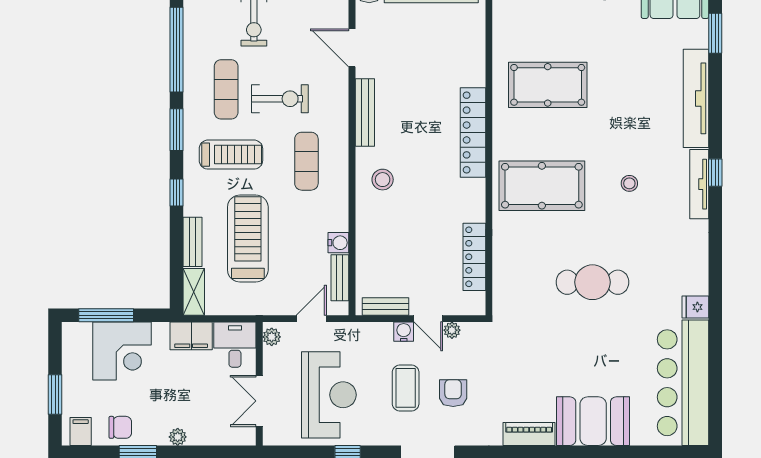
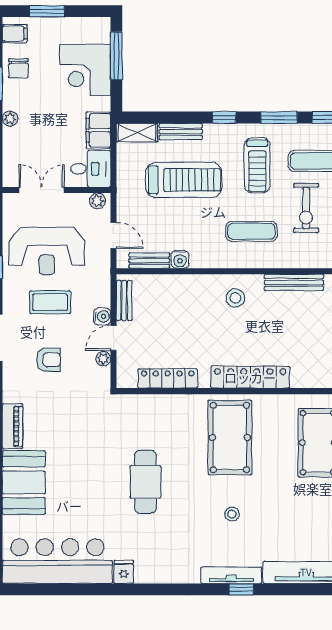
locker: (473, 133) -> (250, 377), moved
coffee table: (406, 388) -> (50, 302), moved

